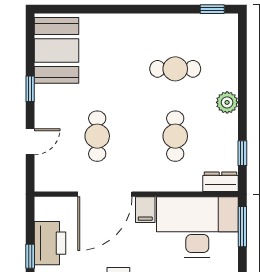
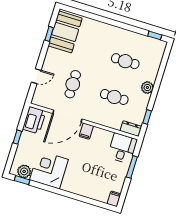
window: (30, 89) -> (49, 34), moved
cafe table: (175, 136) -> (114, 97), turned 90
desk: (197, 227) -> (122, 148), width x0.53, depth x0.77
window: (242, 227) -> (132, 167), moved
printer: (50, 243) -> (34, 120), moved

